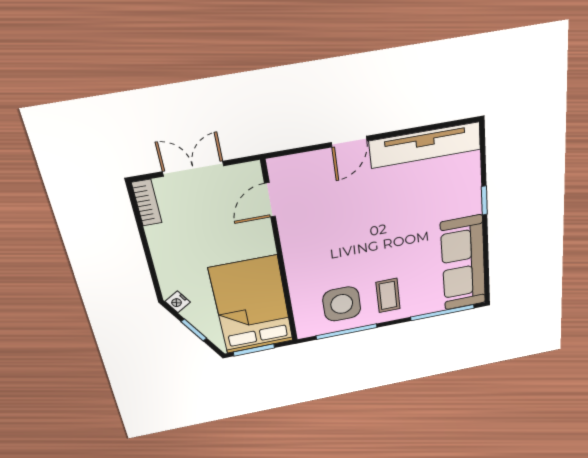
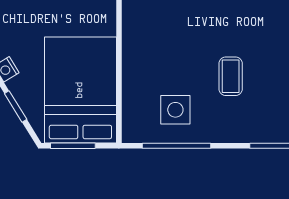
coffee table: (388, 295) -> (231, 76), moved
side table: (342, 304) -> (175, 110), width x0.73, depth x0.73

